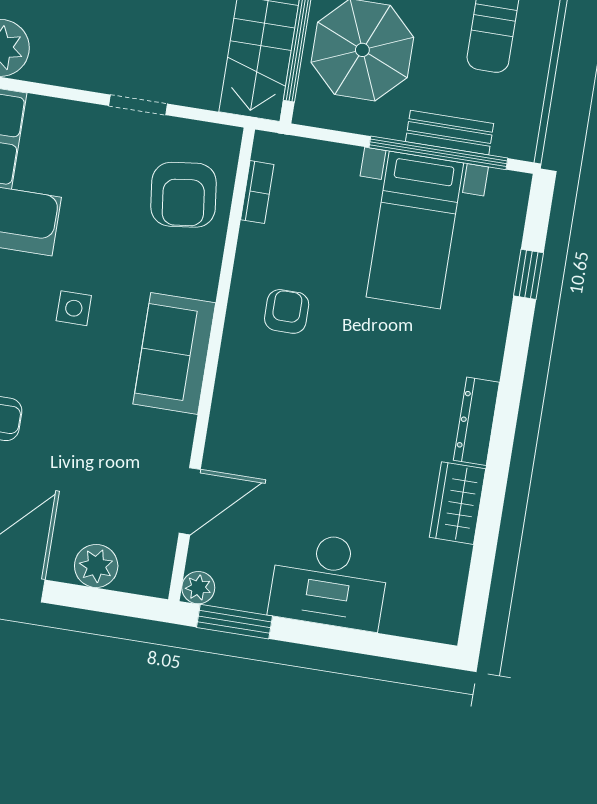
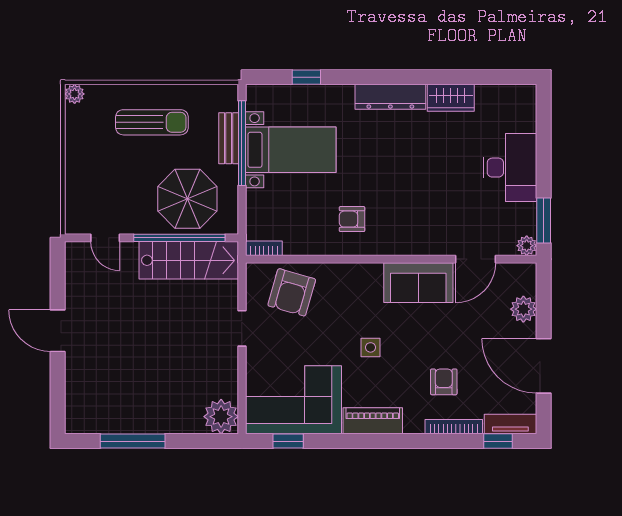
bookcase: (257, 192) -> (264, 248), moved
armchair: (184, 195) -> (292, 292), turned 113
sofa: (174, 353) -> (418, 283), moved
dresser: (476, 421) -> (390, 97), width x1.37, depth x1.24
door: (190, 501) -> (475, 259), swing flipped

